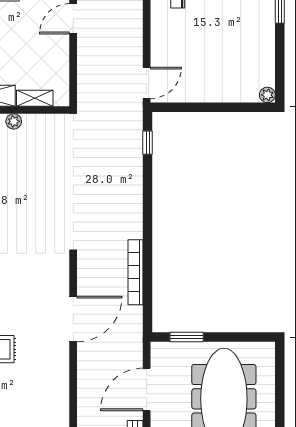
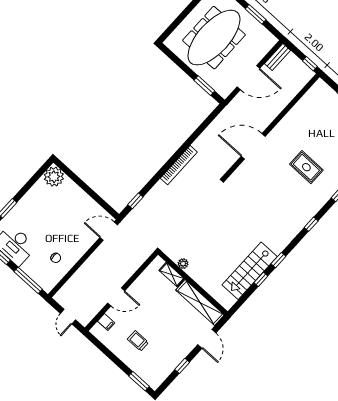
plant: (267, 95) -> (54, 177), width x1.88, depth x1.88
plant: (14, 121) -> (183, 264), moved
bookcase: (136, 272) -> (179, 165), moved

